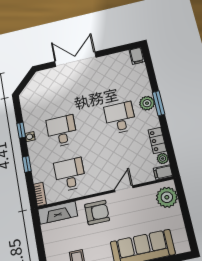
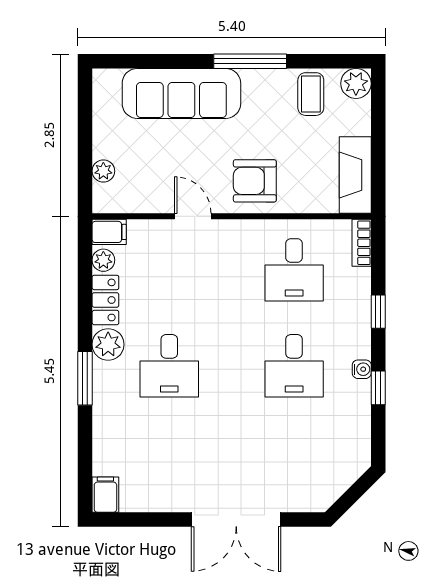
plant: (147, 103) -> (108, 344), moved
door: (124, 189) -> (193, 216), swing flipped
plant: (167, 197) -> (103, 171), width x0.53, depth x0.53
fireplace: (58, 213) -> (355, 175), moved, turned -90

